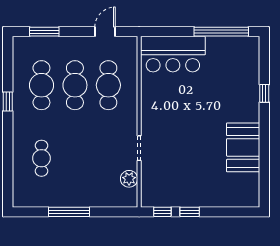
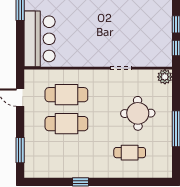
cafe table: (41, 85) -> (66, 153), removed
round table: (87, 168) -> (138, 113), added
plant: (129, 179) -> (165, 77), moved

